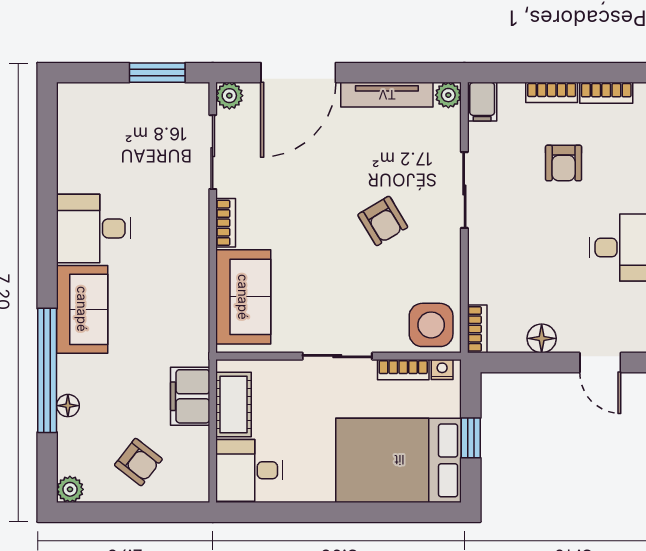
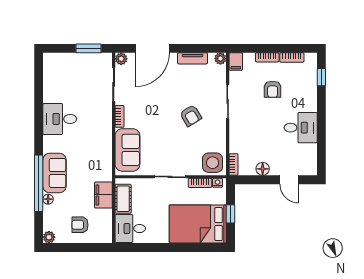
tv unit: (387, 95) -> (193, 58), width x0.71
sofa: (82, 309) -> (54, 173), moved
armchair: (138, 462) -> (80, 225), turned 142

